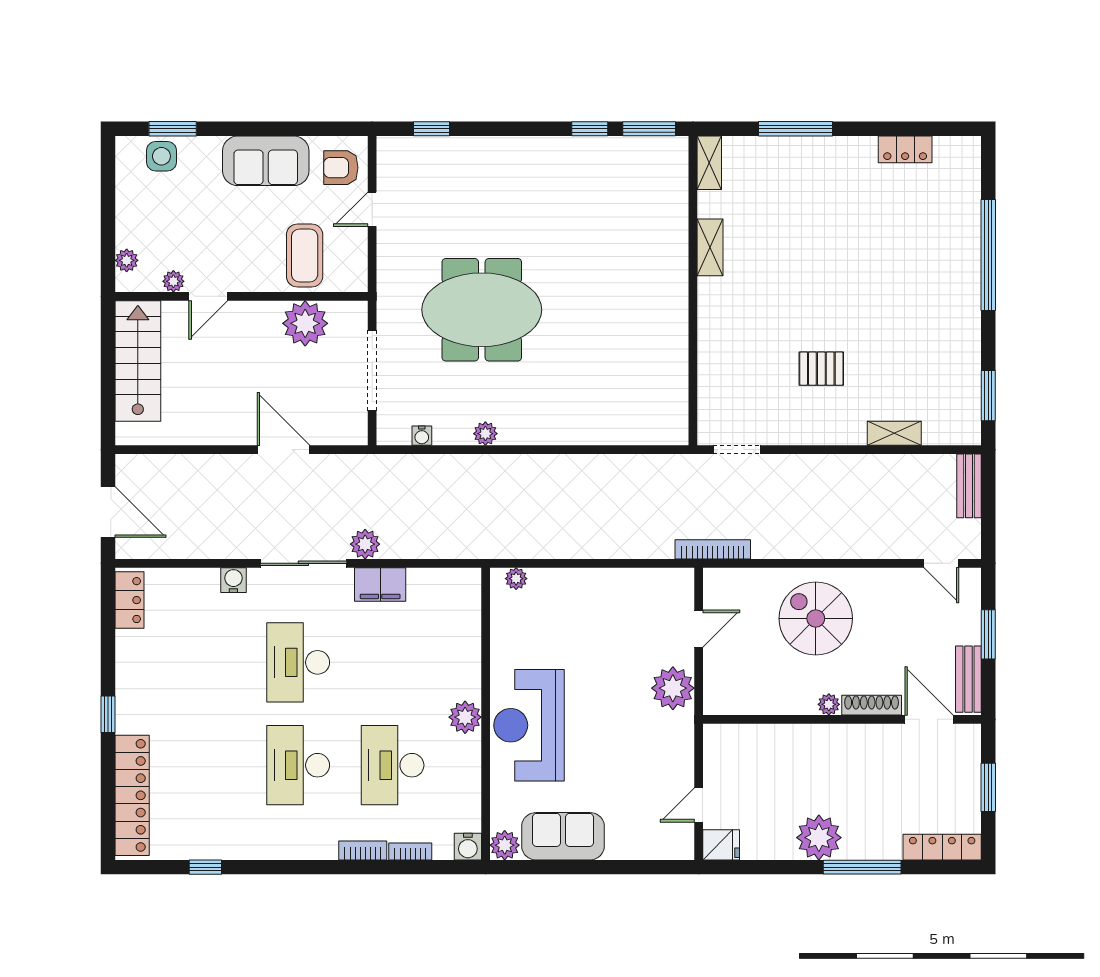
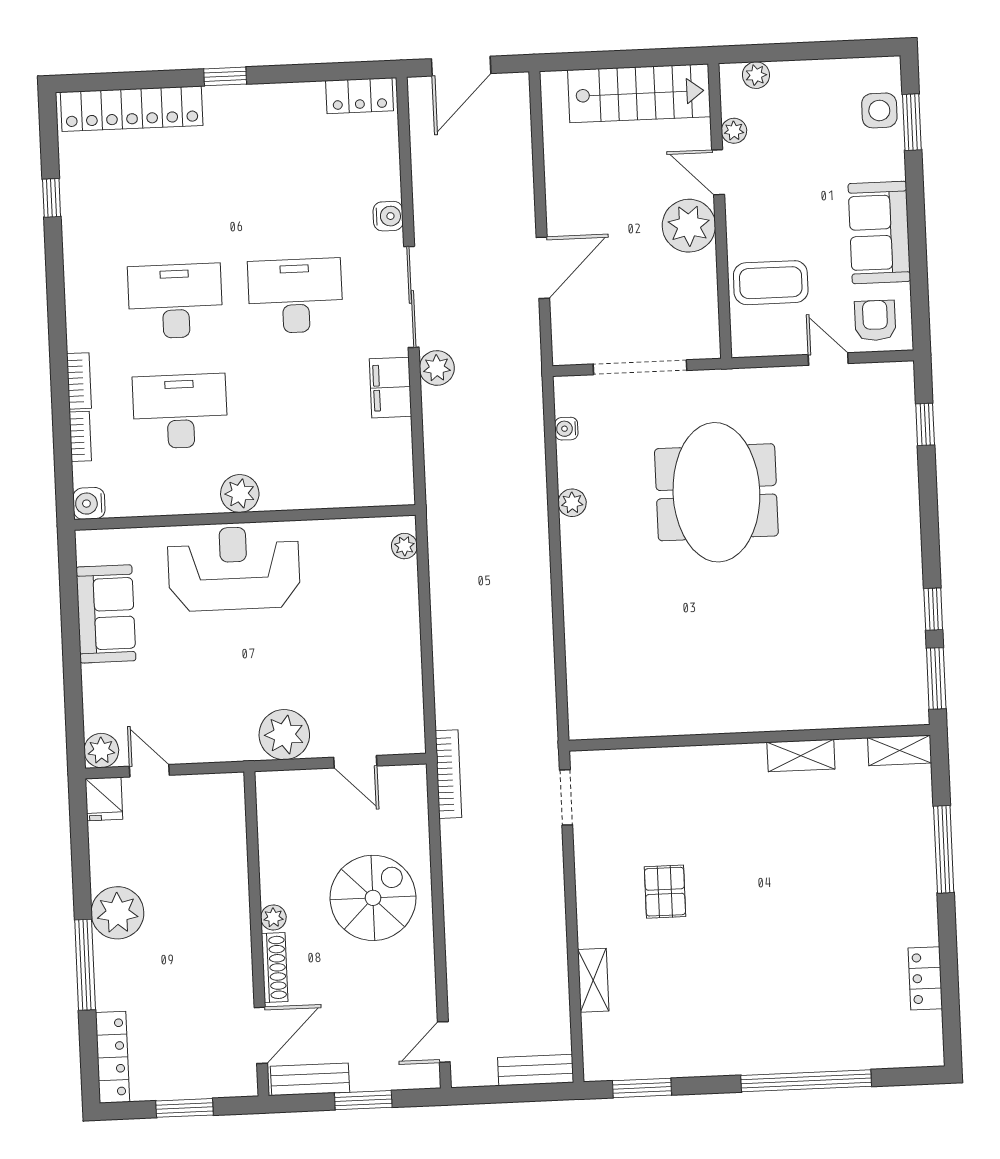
plant: (305, 323) -> (689, 226), moved
plant: (505, 845) -> (101, 750), moved

